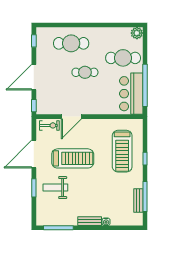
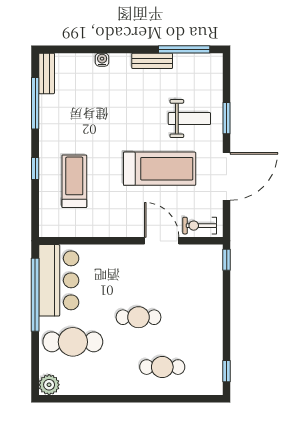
cafe table: (71, 43) -> (162, 367), width x0.73, depth x0.74
door: (34, 77) -> (227, 309), removed
door: (71, 117) -> (162, 241), hinge flipped
treadmill: (122, 151) -> (74, 181), width x0.73, depth x0.73
treadmill: (73, 158) -> (160, 169), turned 180
bench: (138, 201) -> (47, 73), moved
bench: (90, 221) -> (152, 61), moved

